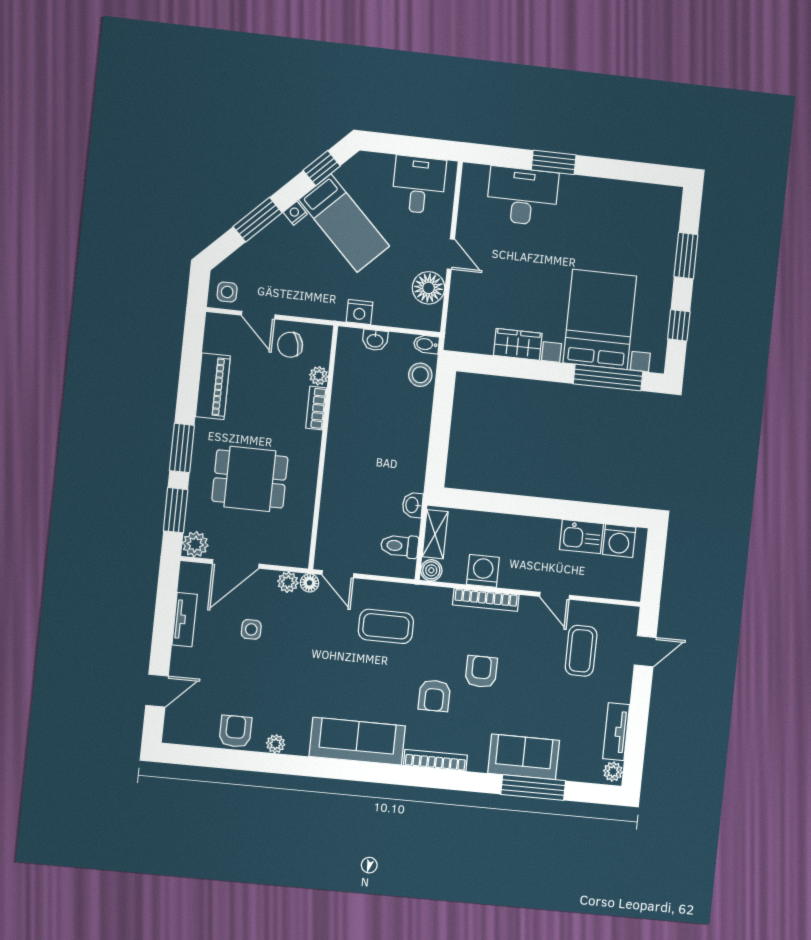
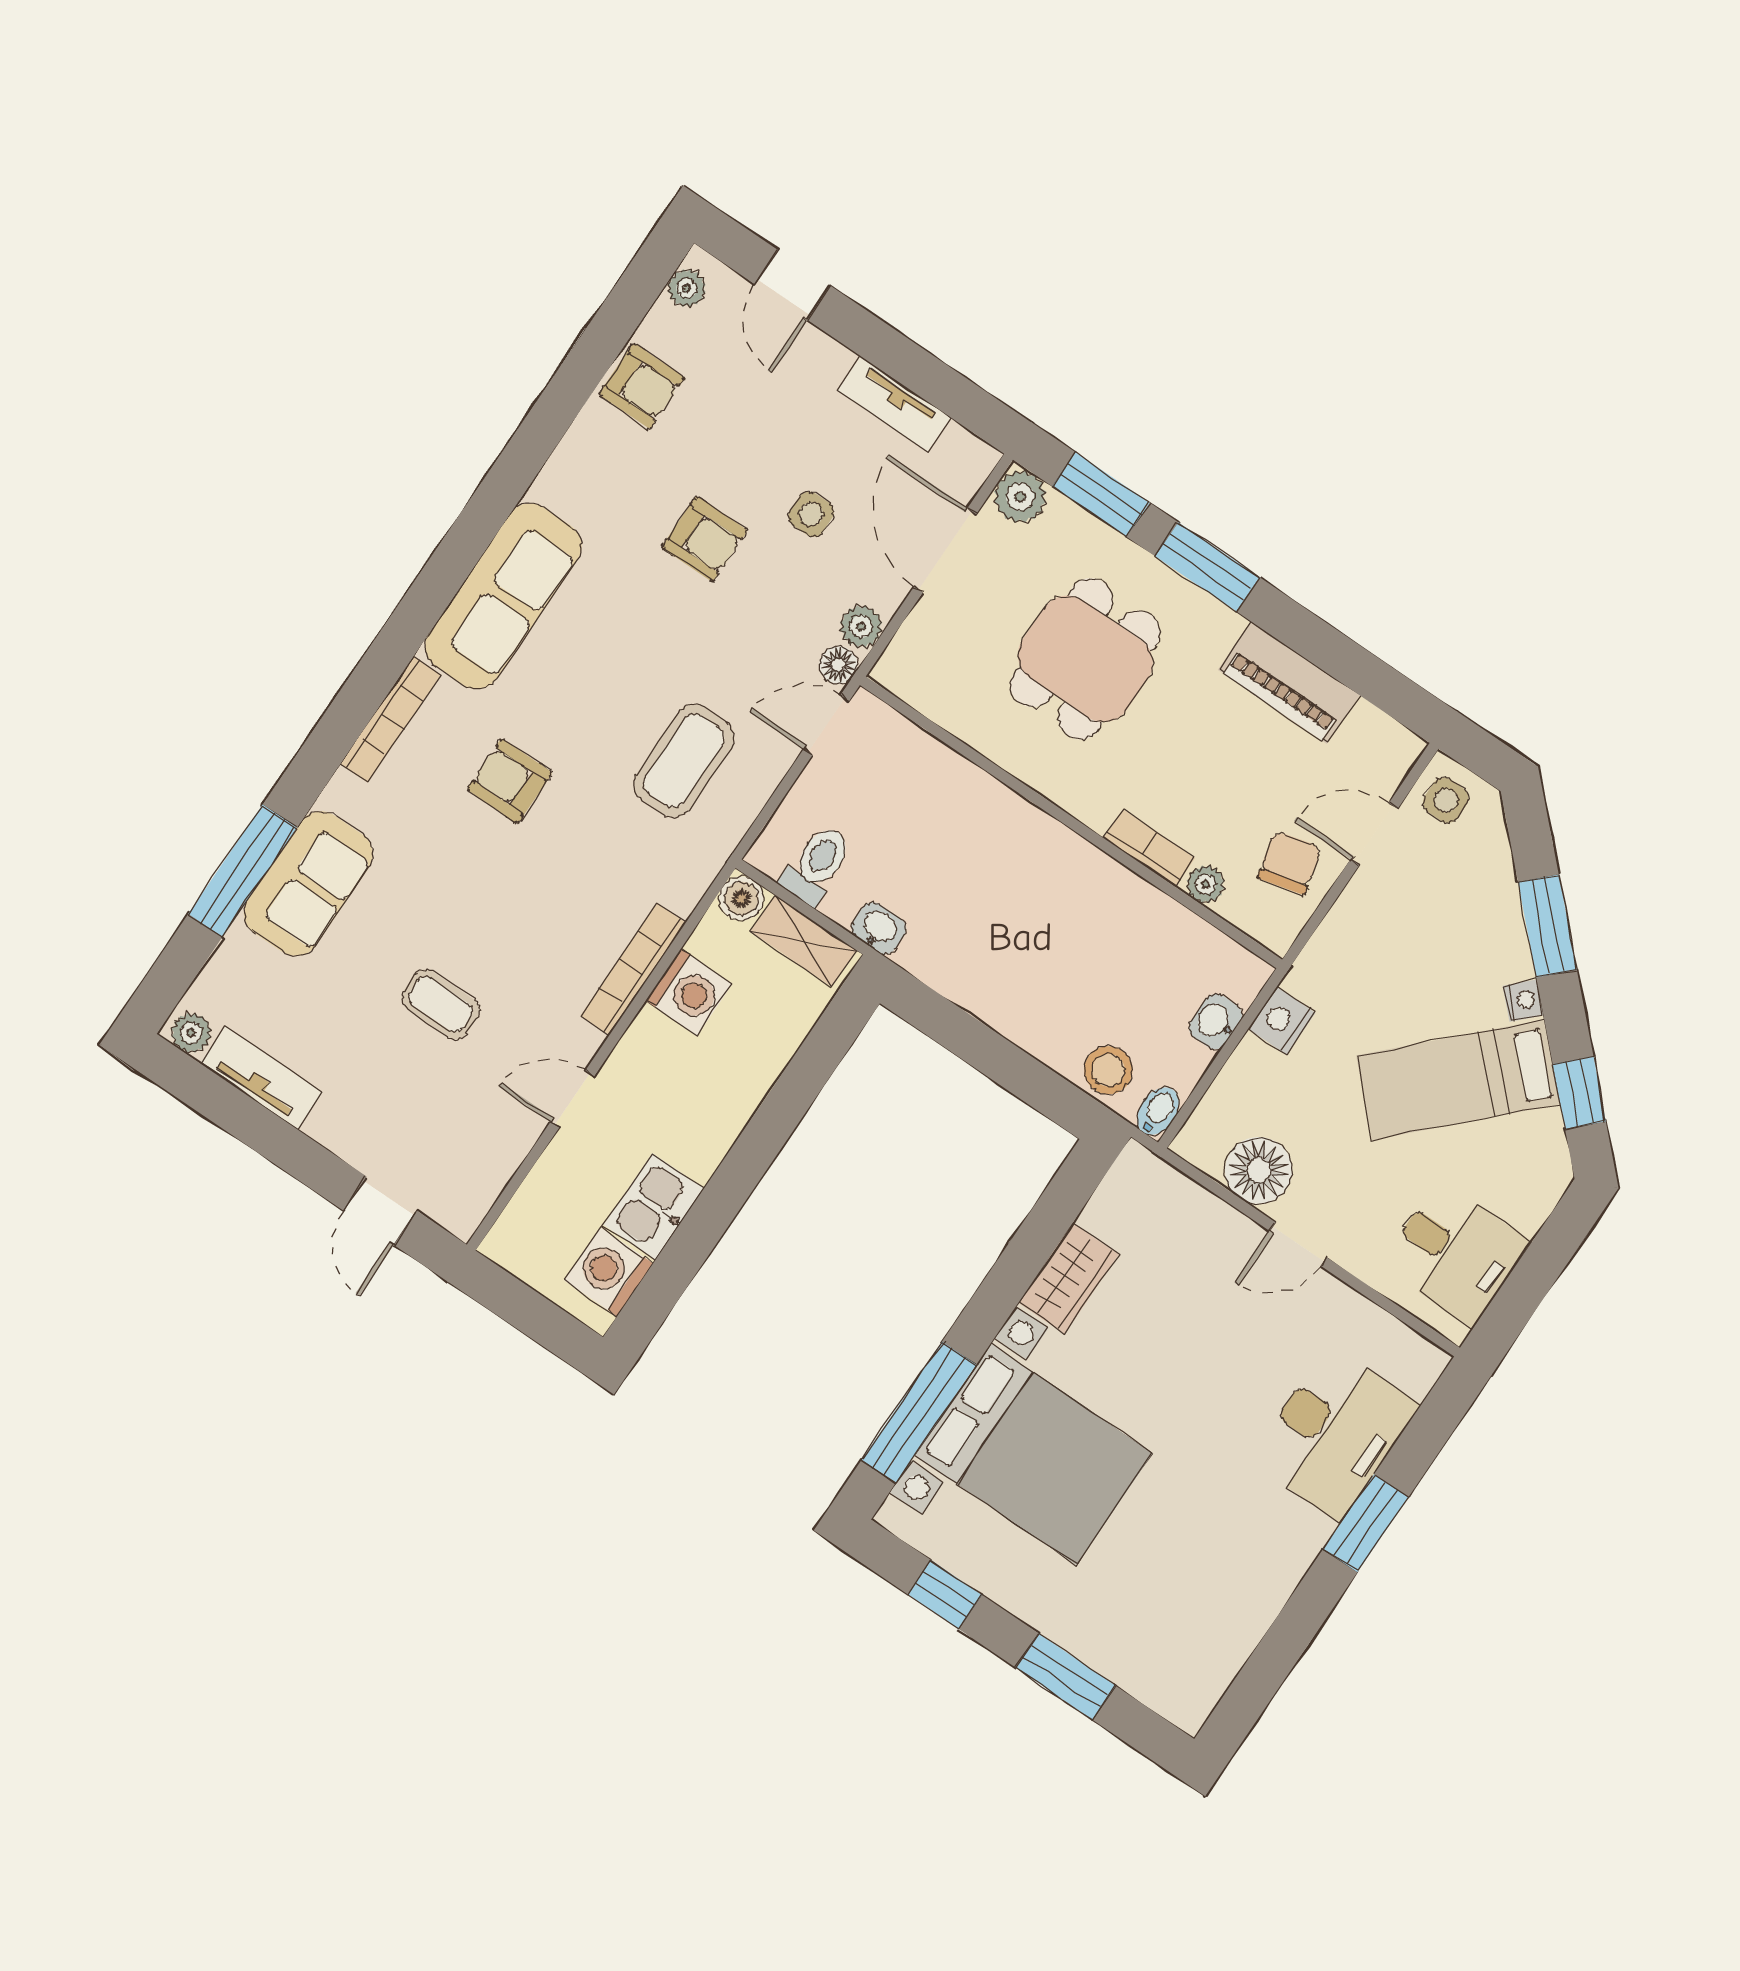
coffee table: (581, 651) -> (440, 1004), moved, width x0.73, depth x0.77
armchair: (481, 672) -> (704, 539), moved
plant: (276, 744) -> (687, 288), moved

